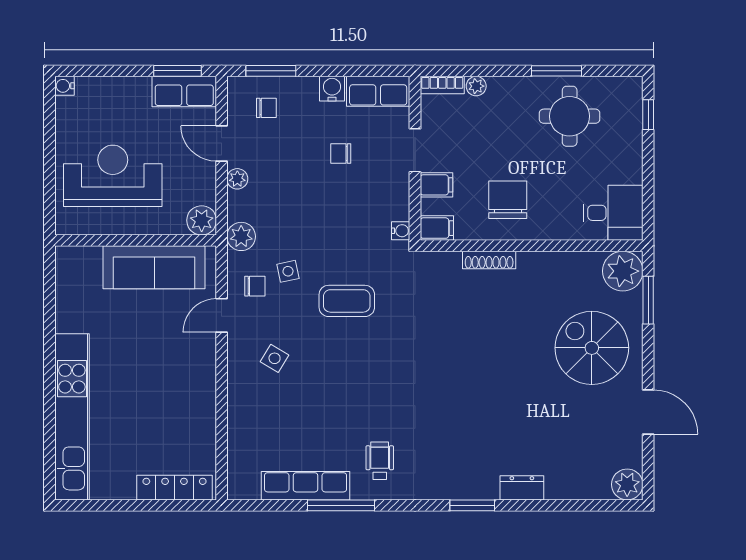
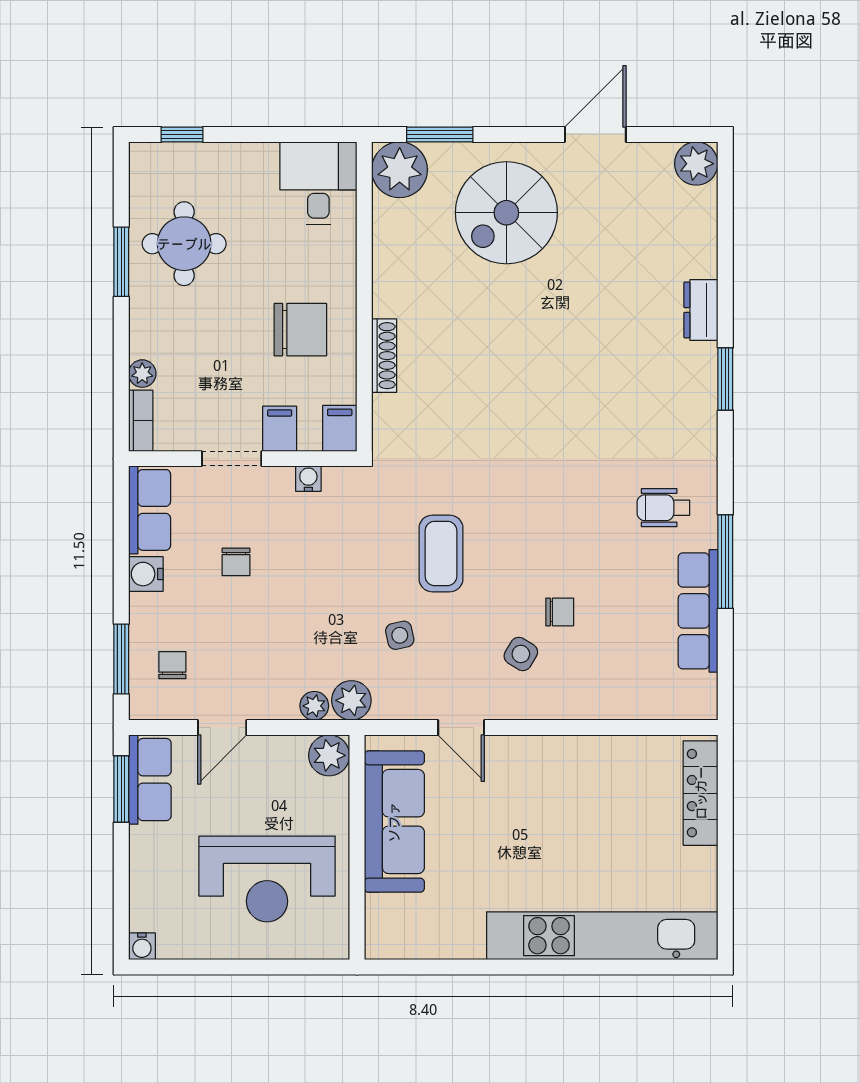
reception desk: (113, 176) -> (267, 879), turned -90
plant: (237, 179) -> (314, 706), moved
chair: (508, 200) -> (300, 330), turned 180
water cooler: (401, 231) -> (308, 479), moved
chair: (255, 286) -> (560, 612), moved, turned 90

